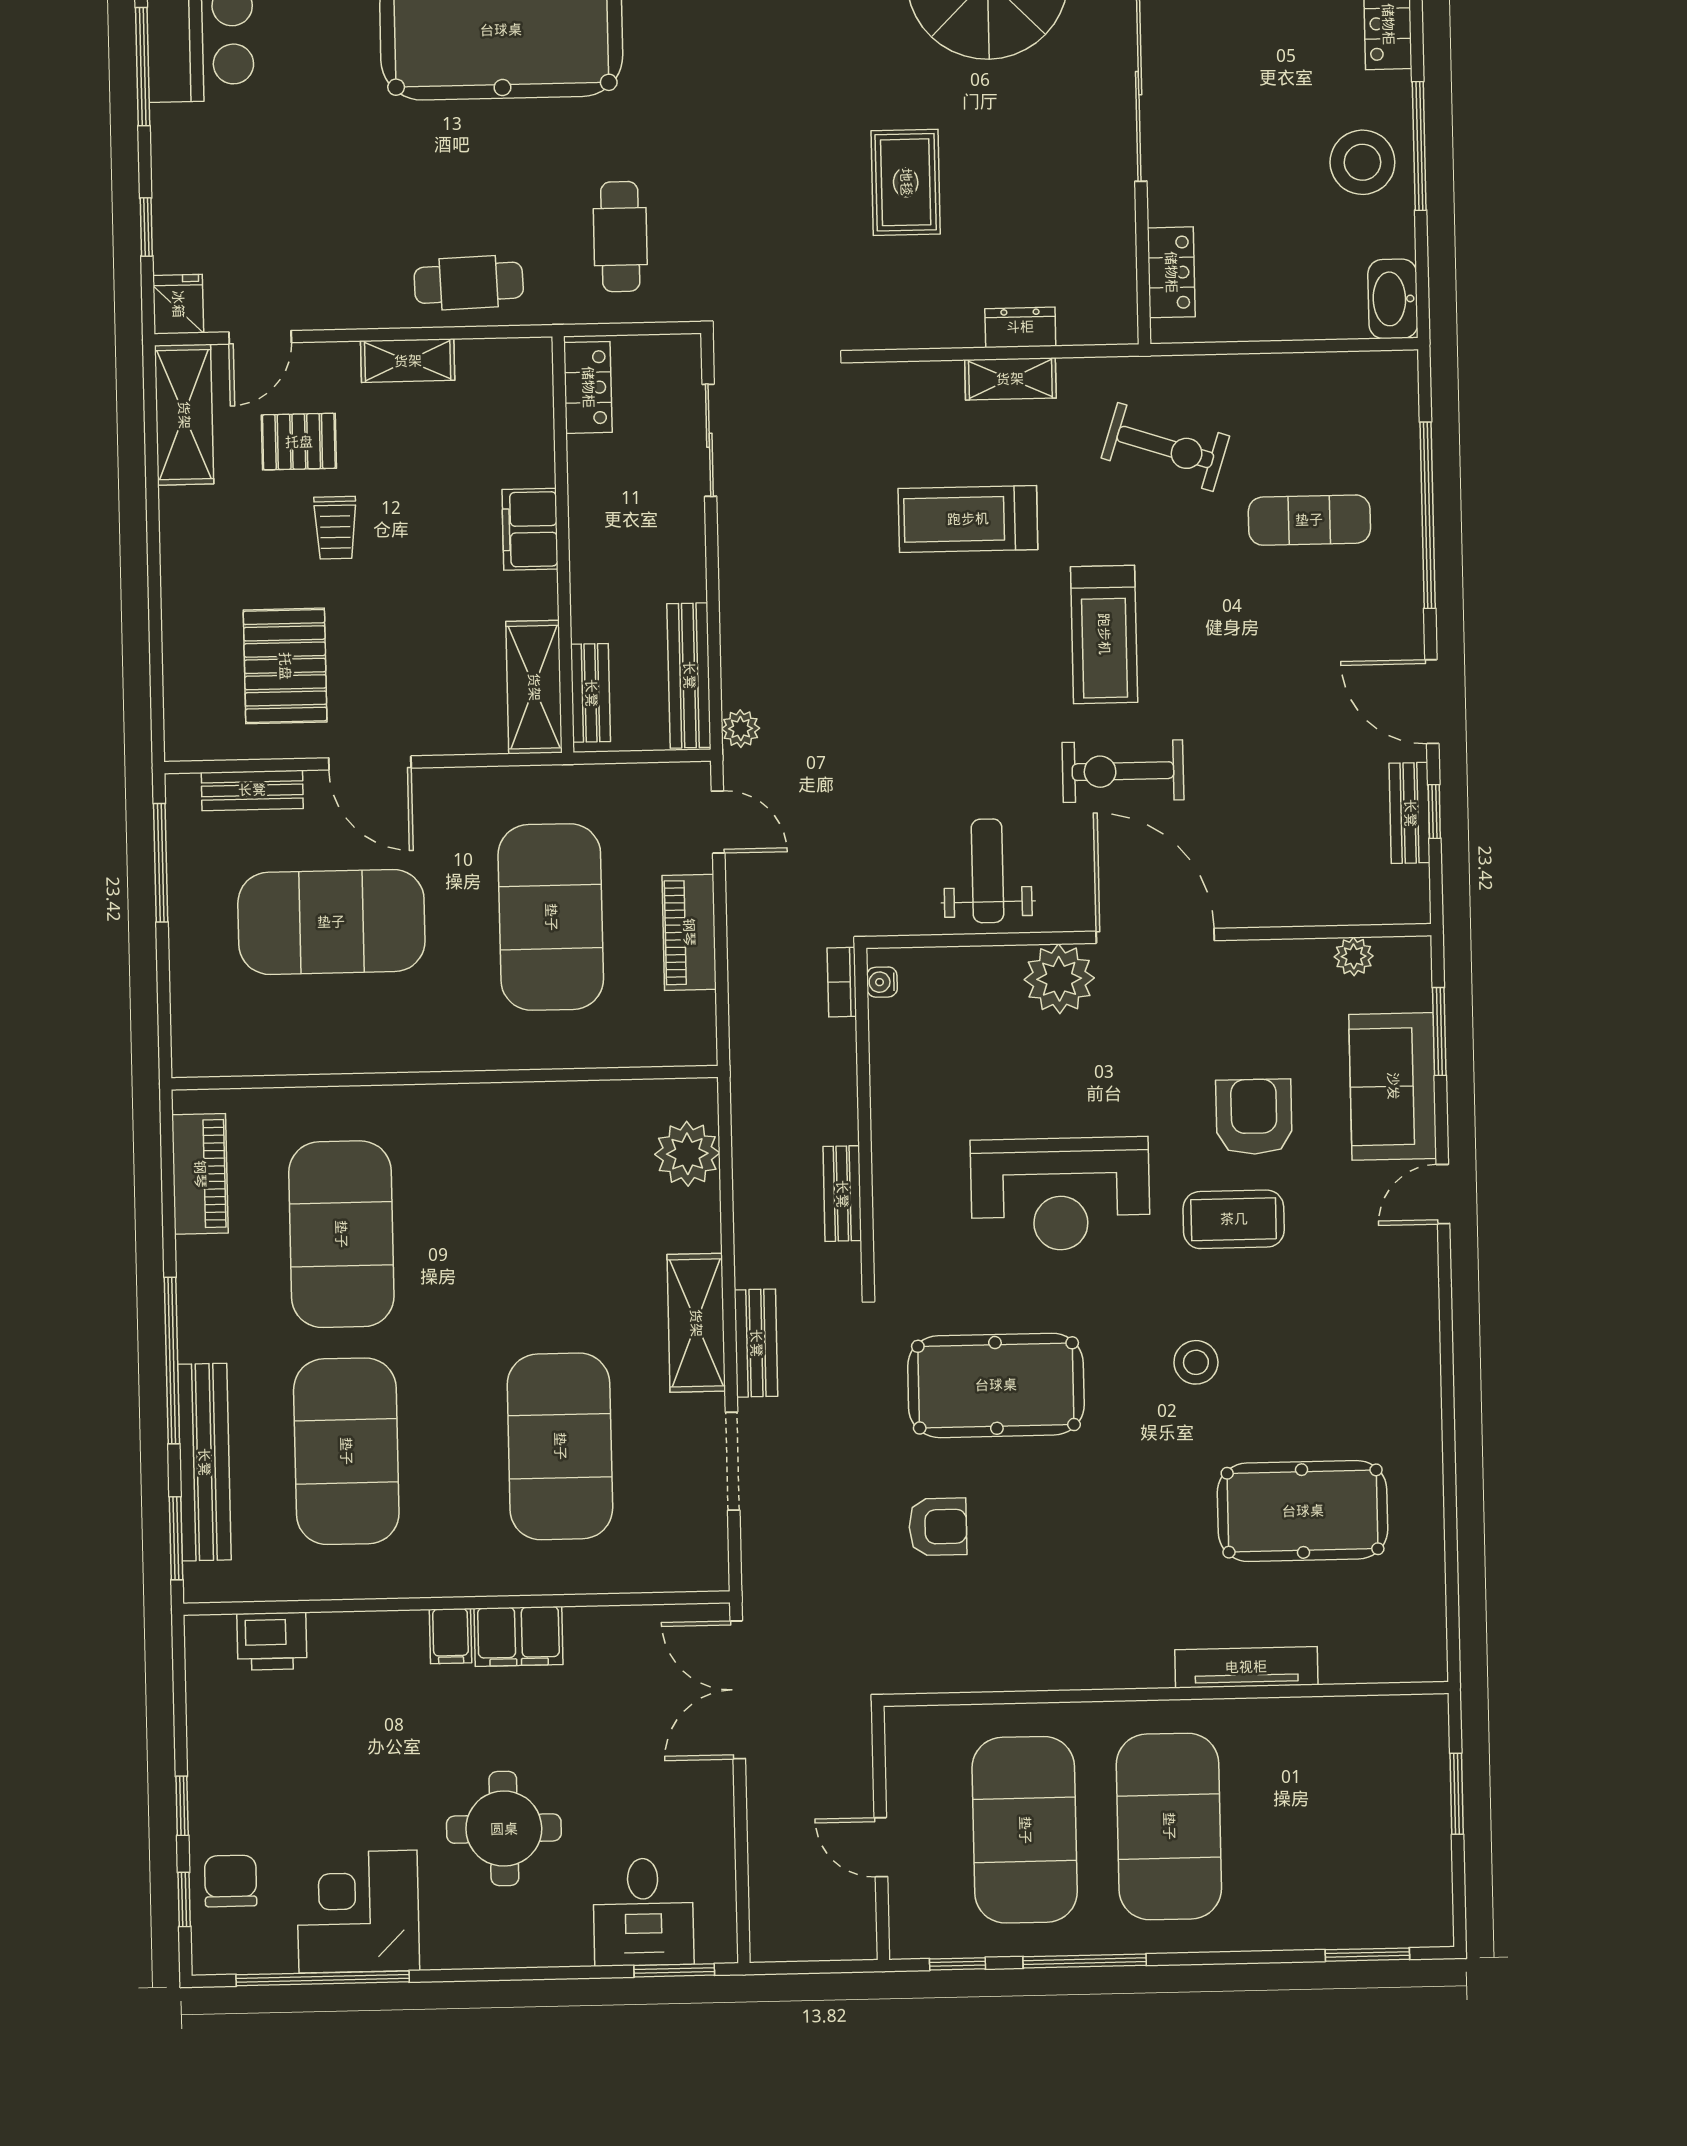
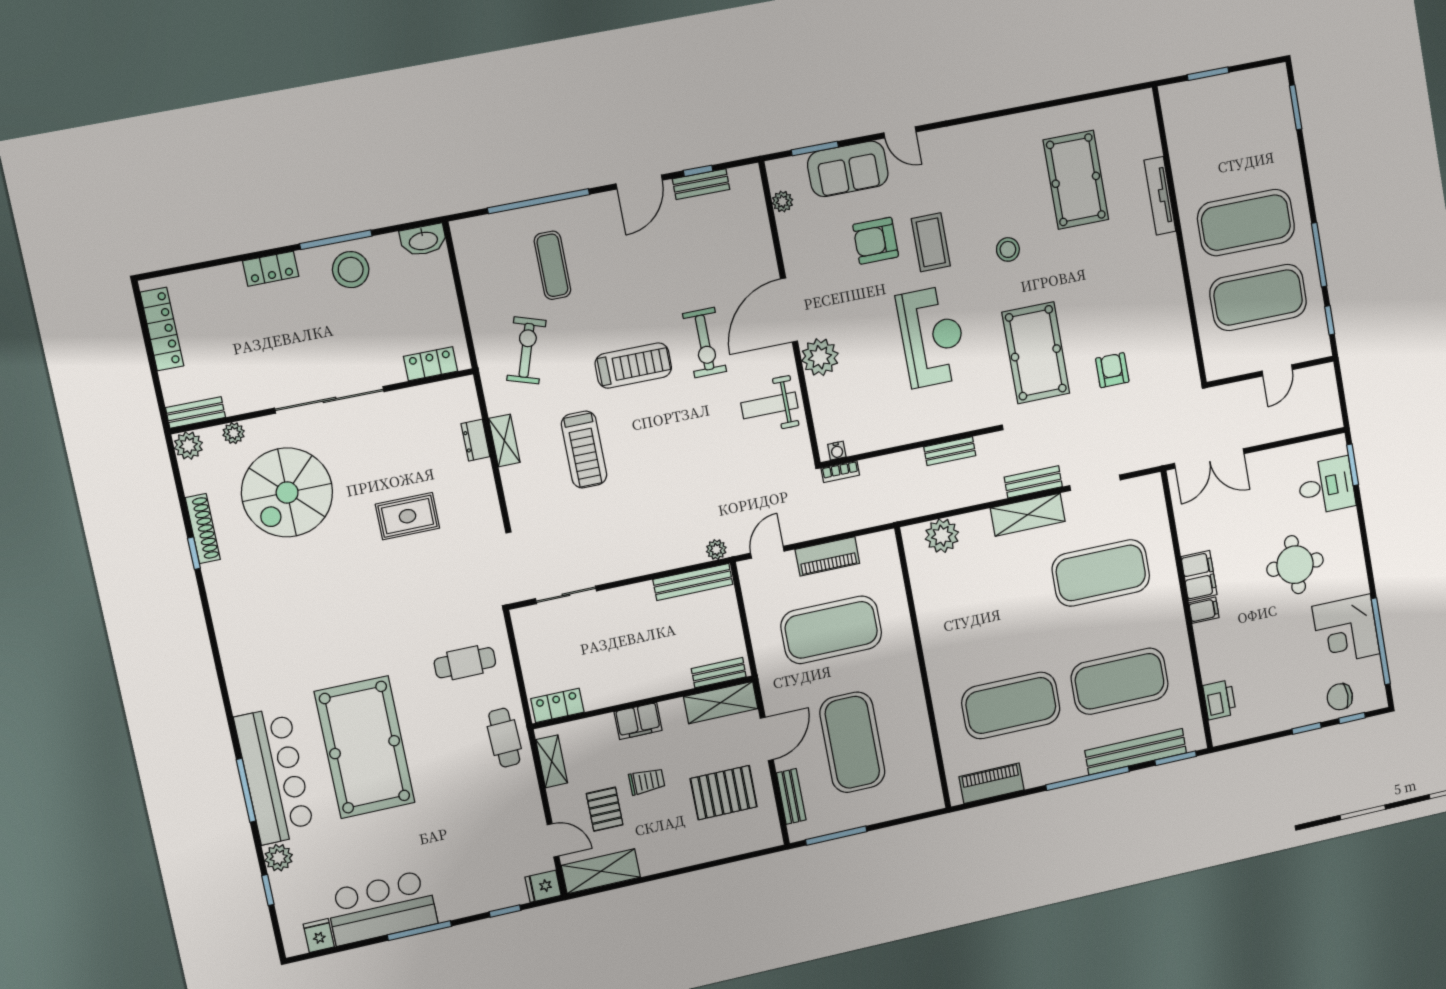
locker: (588, 387) -> (557, 705), moved
filing cabinet: (530, 529) -> (638, 721), moved
wall: (563, 545) -> (643, 702), moved
shelving: (534, 687) -> (721, 703), moved
bench: (591, 693) -> (719, 673), moved

